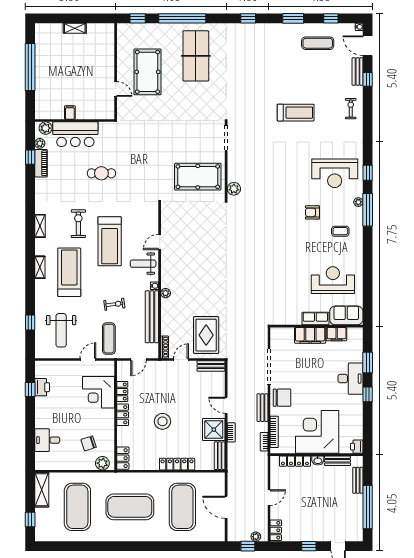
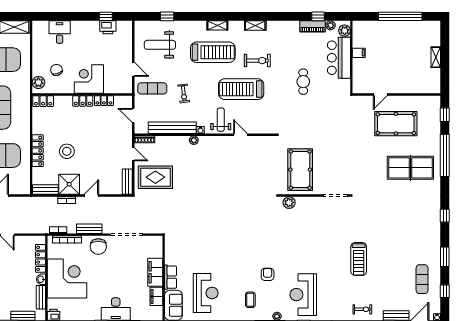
corner desk: (99, 392) -> (89, 79), moved
stool: (162, 421) -> (67, 151), moved

